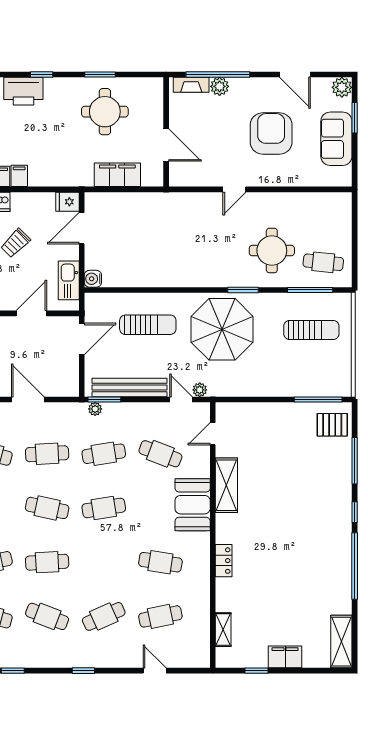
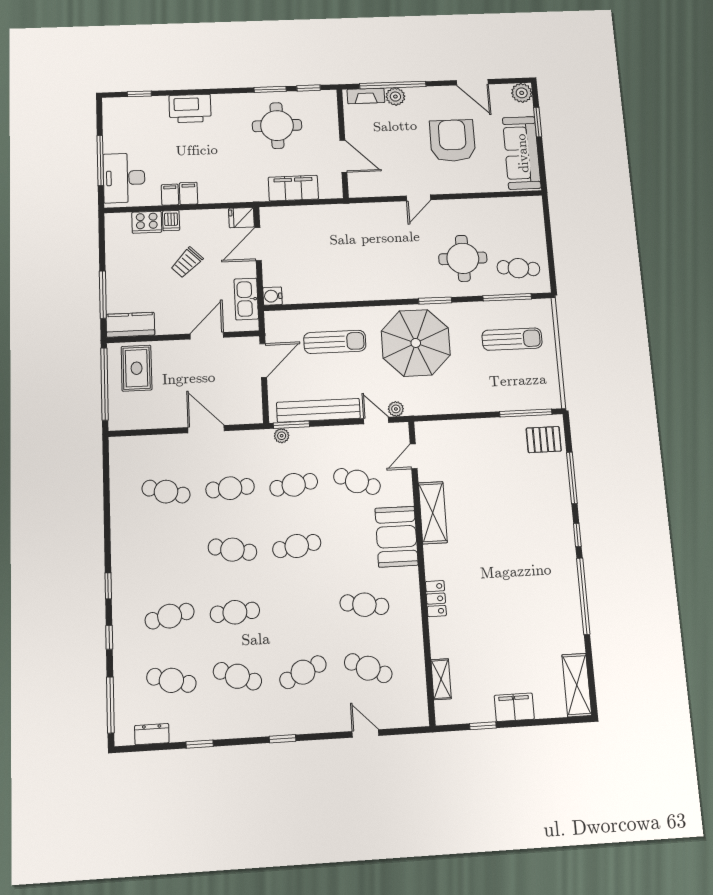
window: (42, 75) -> (309, 88), moved
sofa: (336, 139) -> (522, 153), width x1.36
cafe table: (160, 616) -> (368, 668), turned 36

